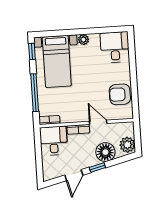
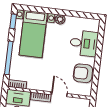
desk: (115, 47) -> (84, 43), moved, turned 90

